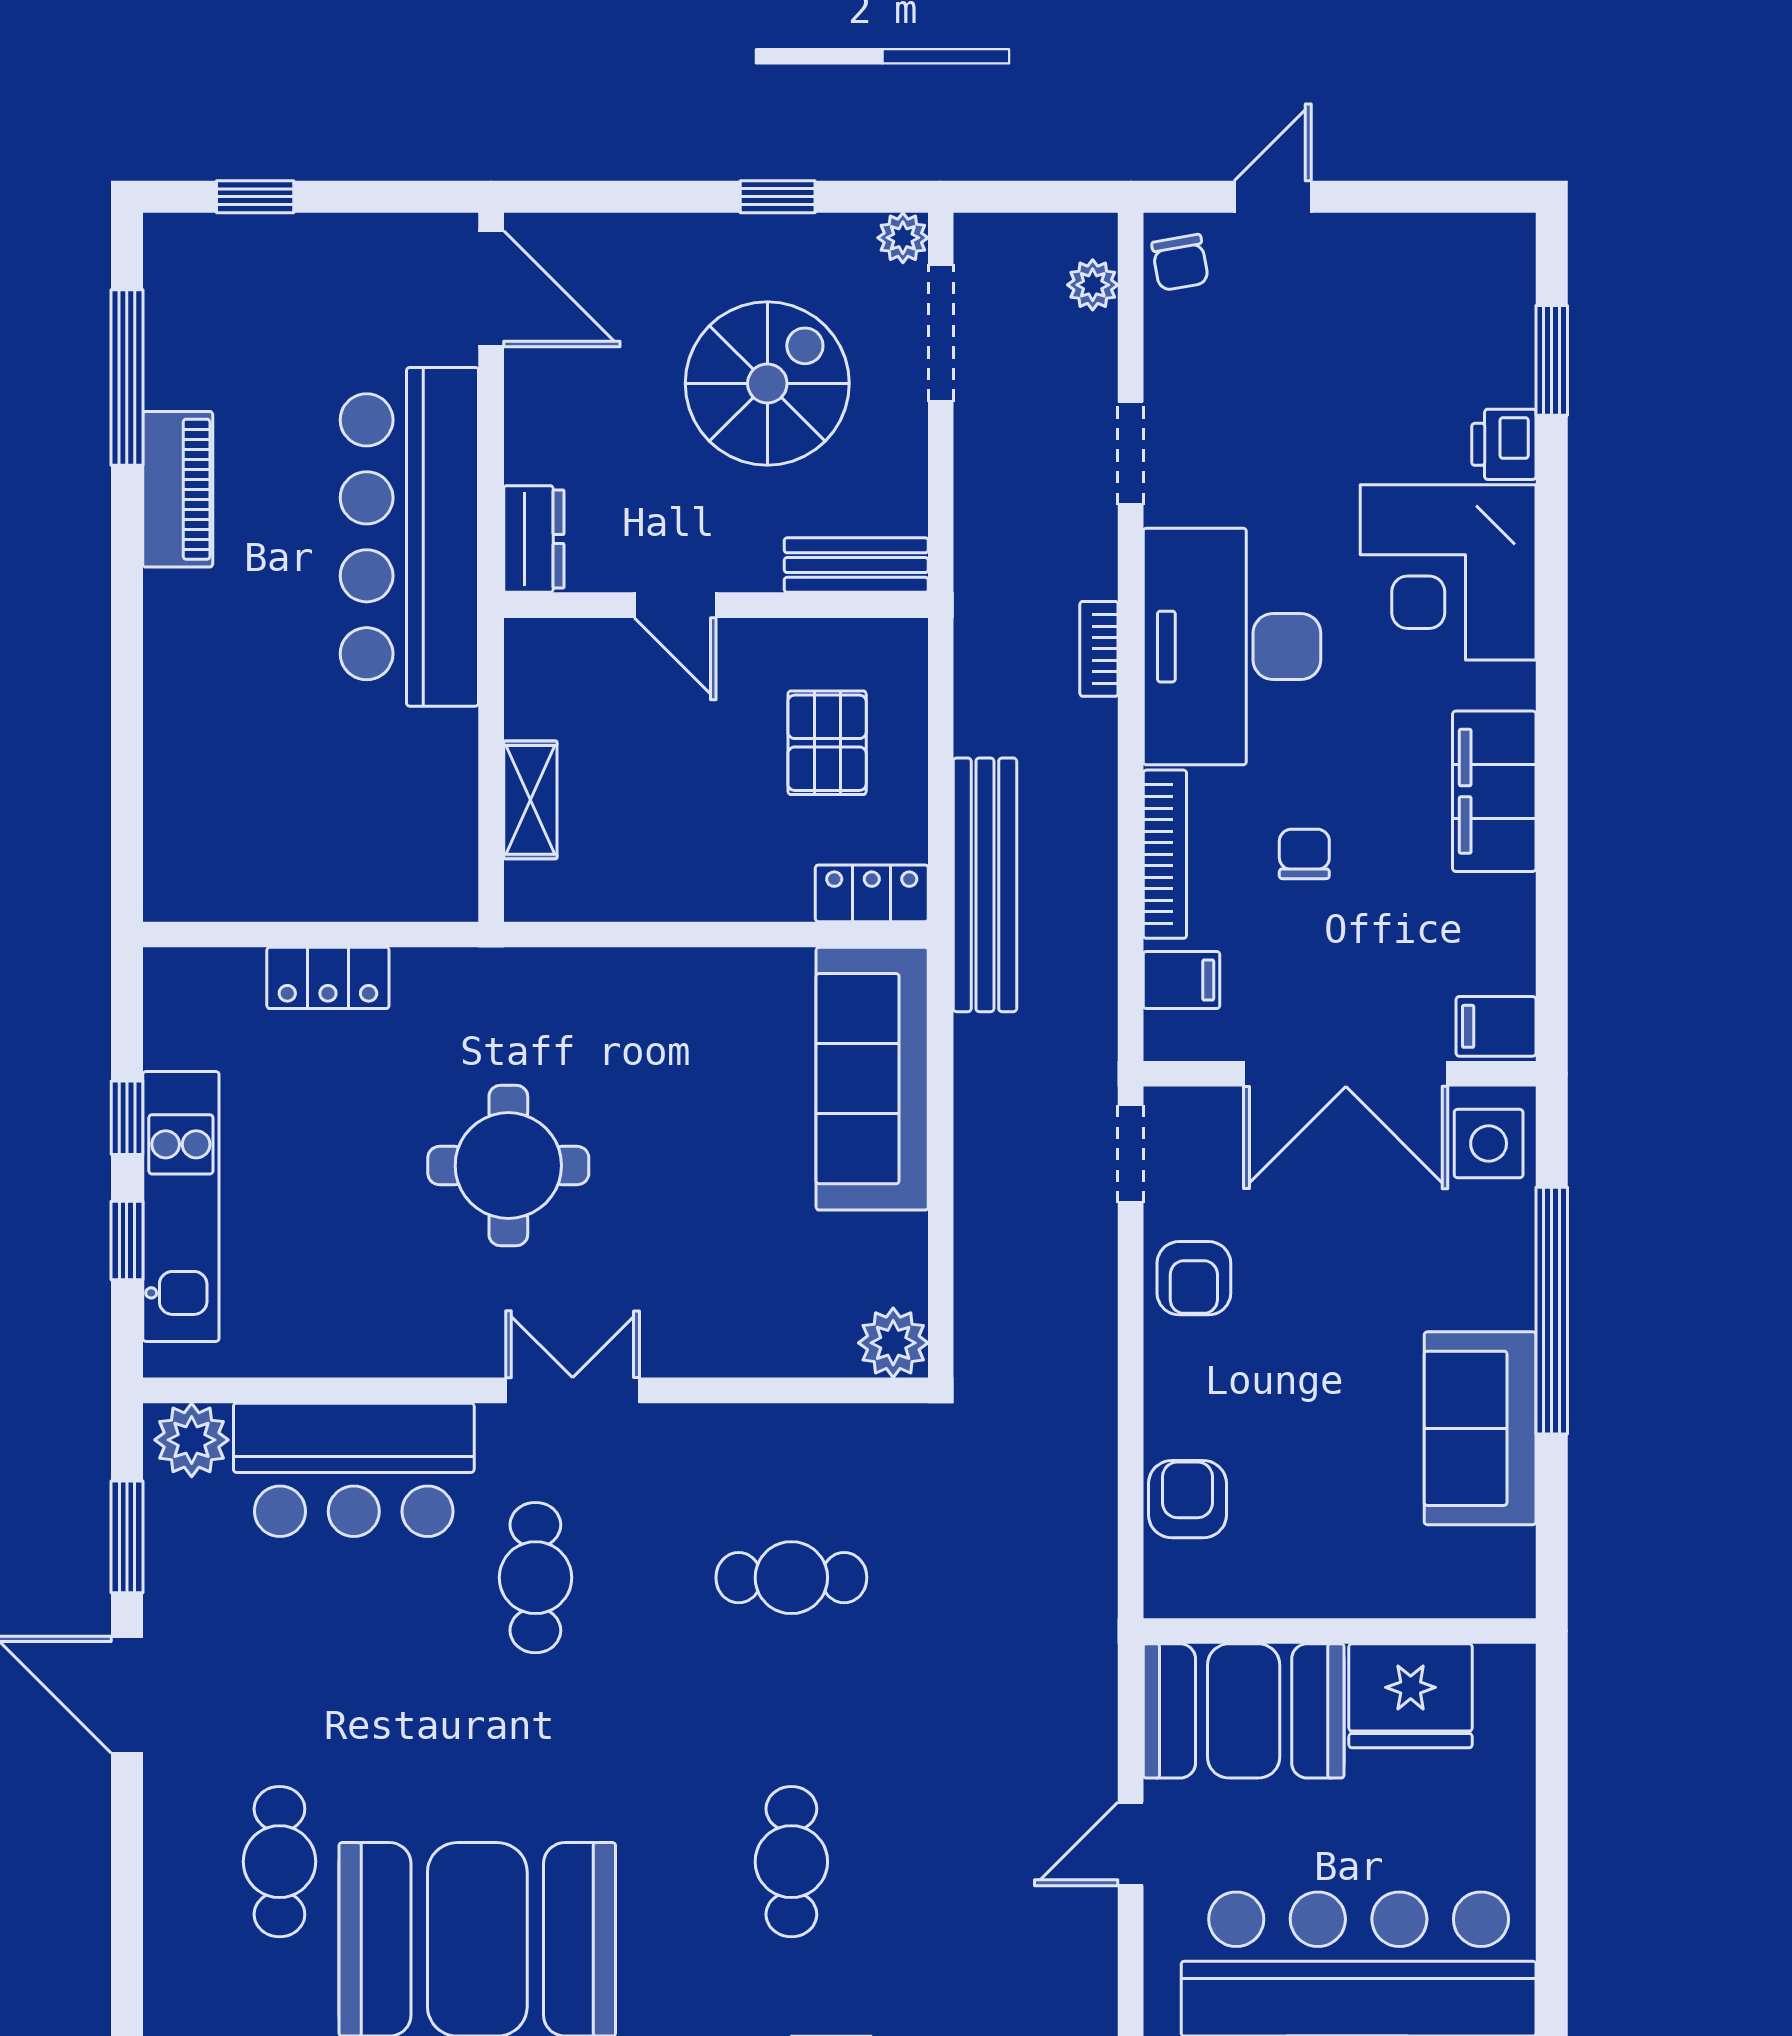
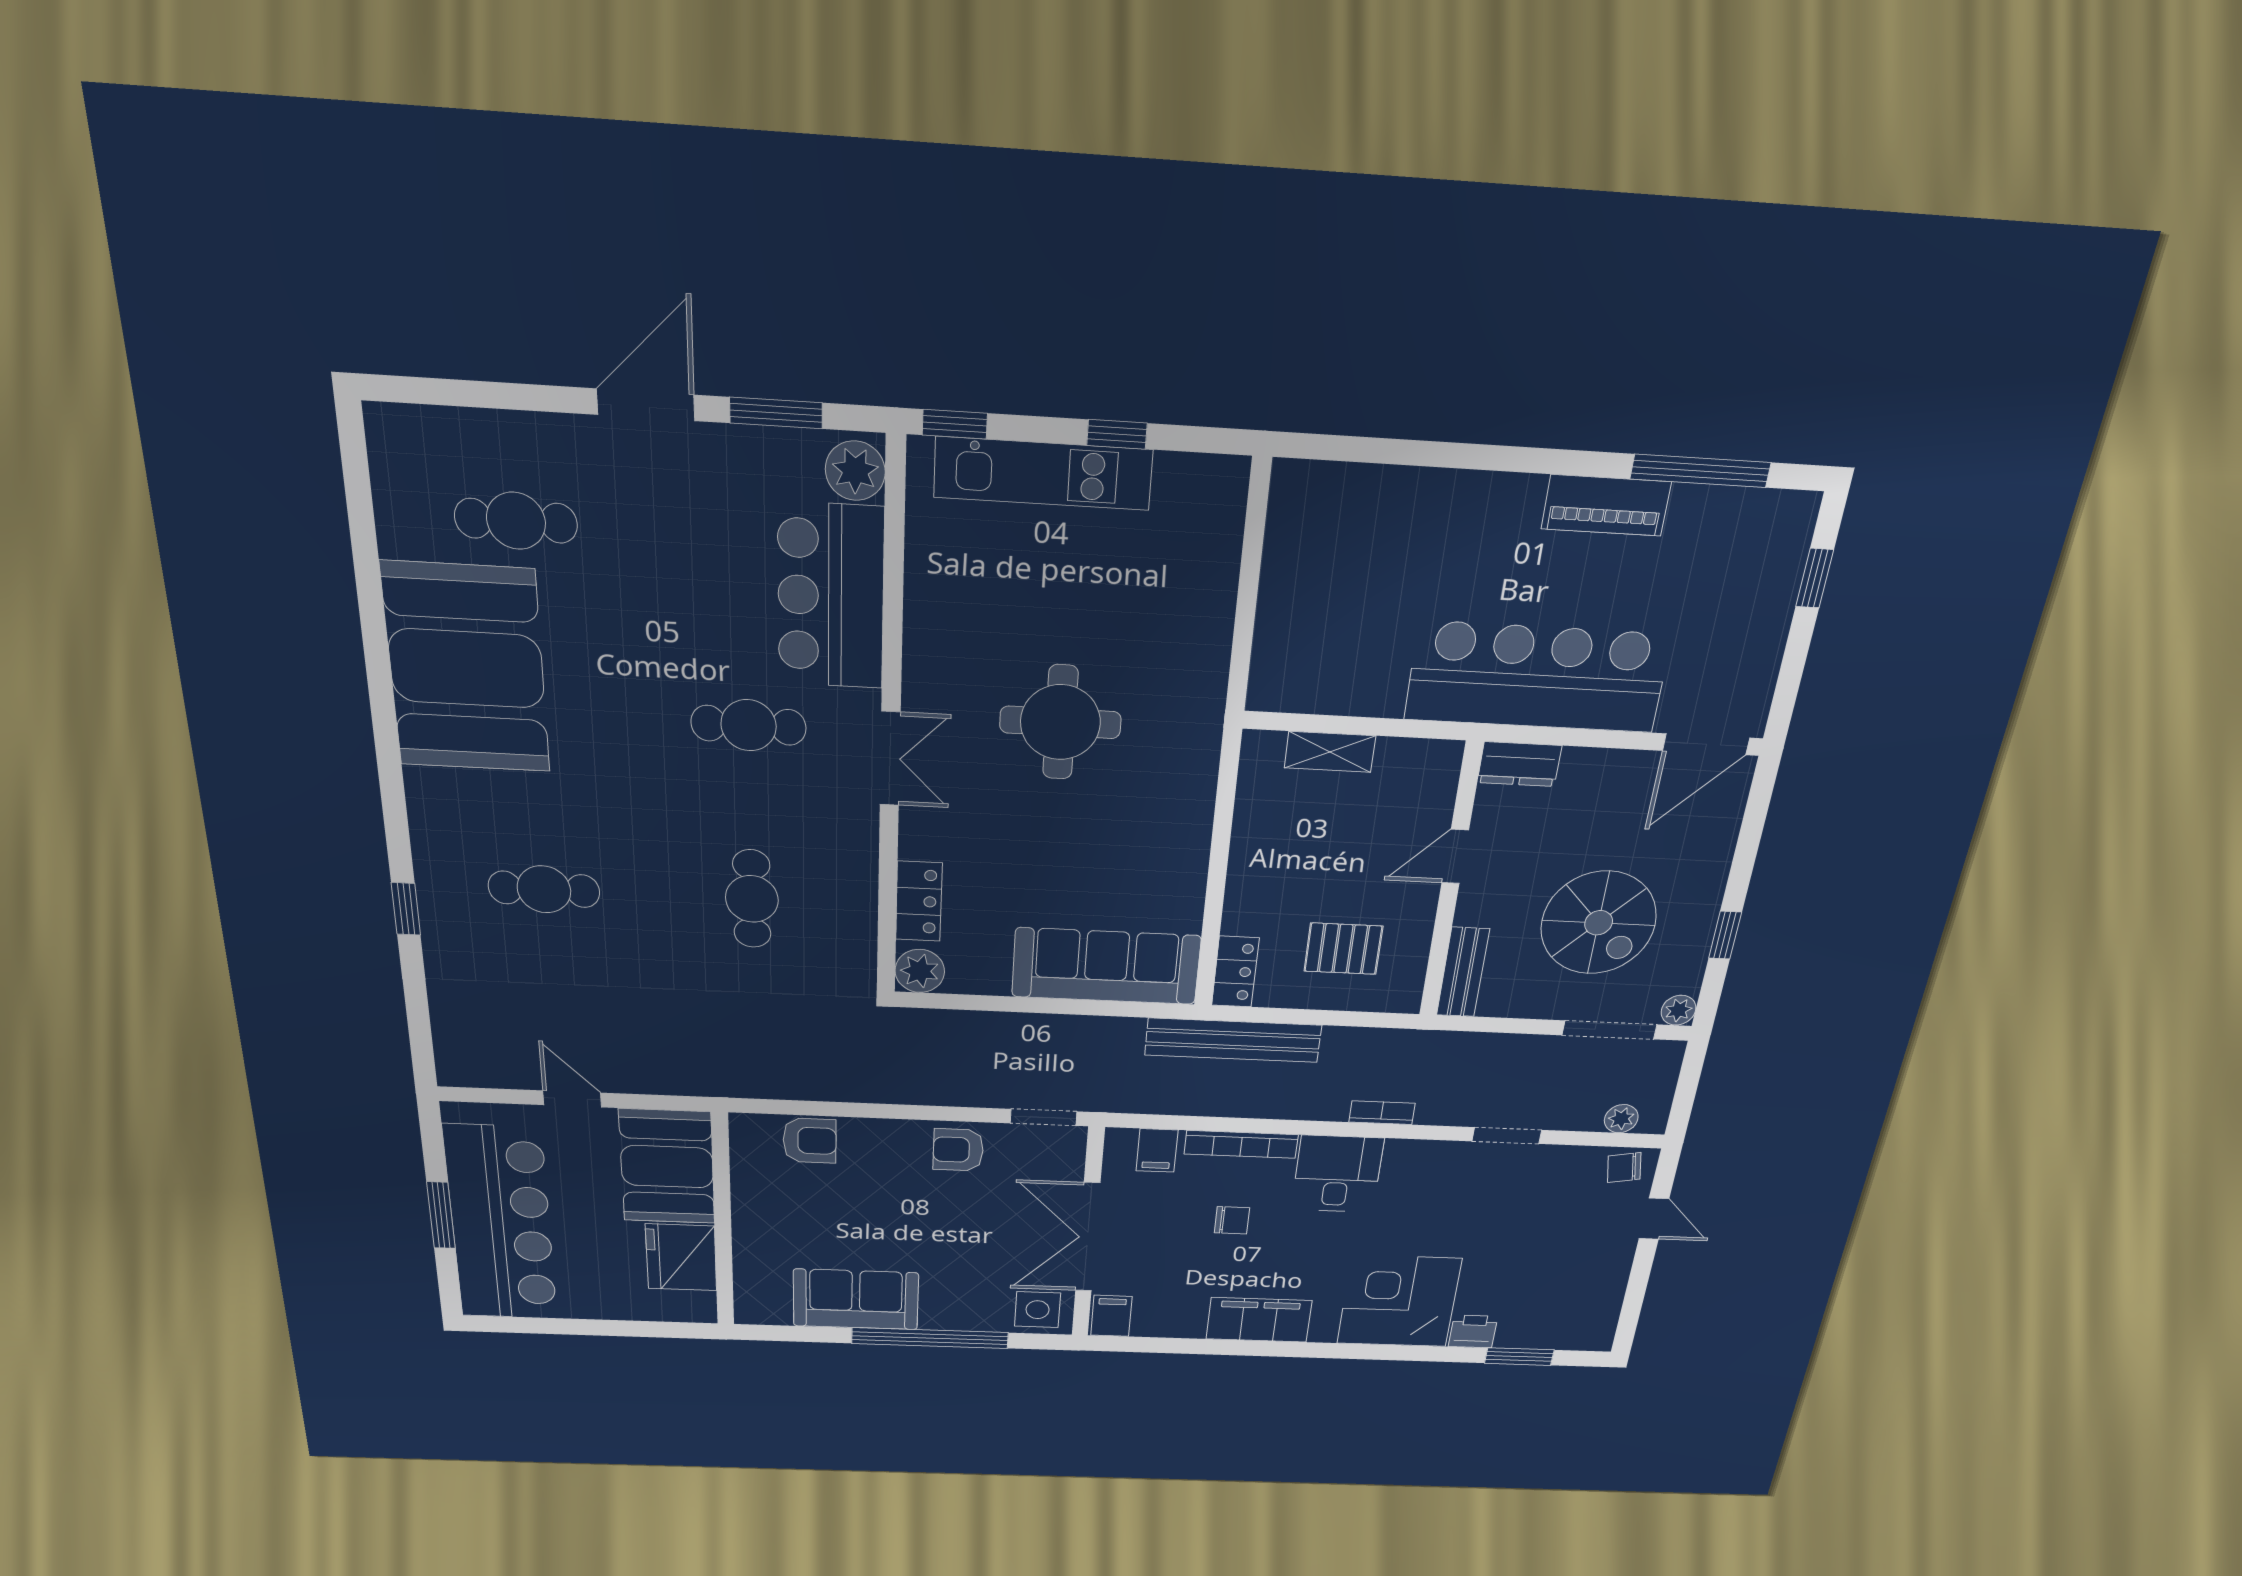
desk: (1232, 647) -> (1337, 1174), width x0.53, depth x0.77
locker: (328, 978) -> (919, 901), moved, turned 180
window: (127, 1241) -> (955, 424), moved

